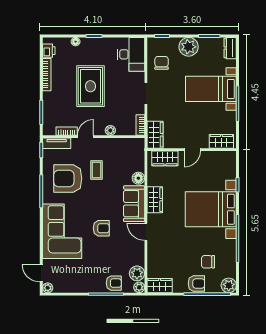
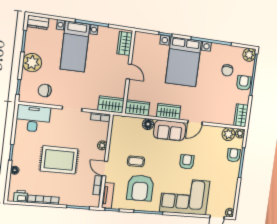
wardrobe: (165, 158) -> (137, 108), moved, turned -90

